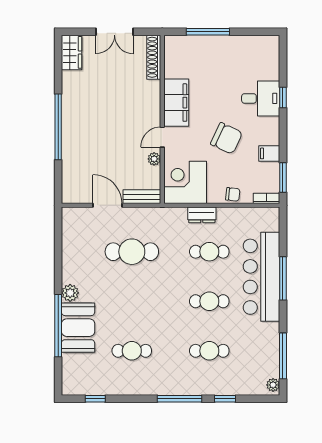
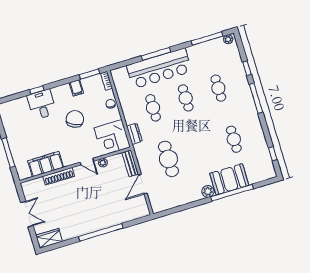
shoe rack: (154, 57) -> (59, 176), moved
filing cabinet: (176, 103) -> (46, 164), moved
dresser: (202, 215) -> (134, 134), moved

